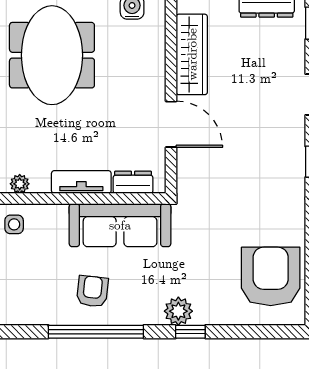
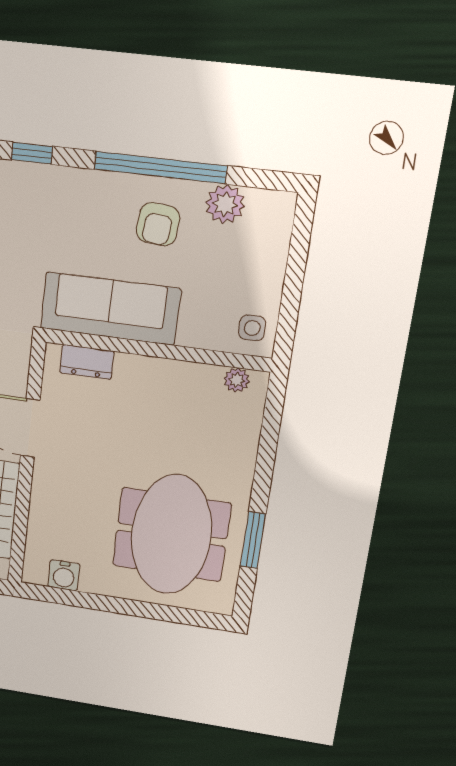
tv unit: (81, 182) -> (154, 371), removed
plant: (178, 311) -> (225, 204), moved

